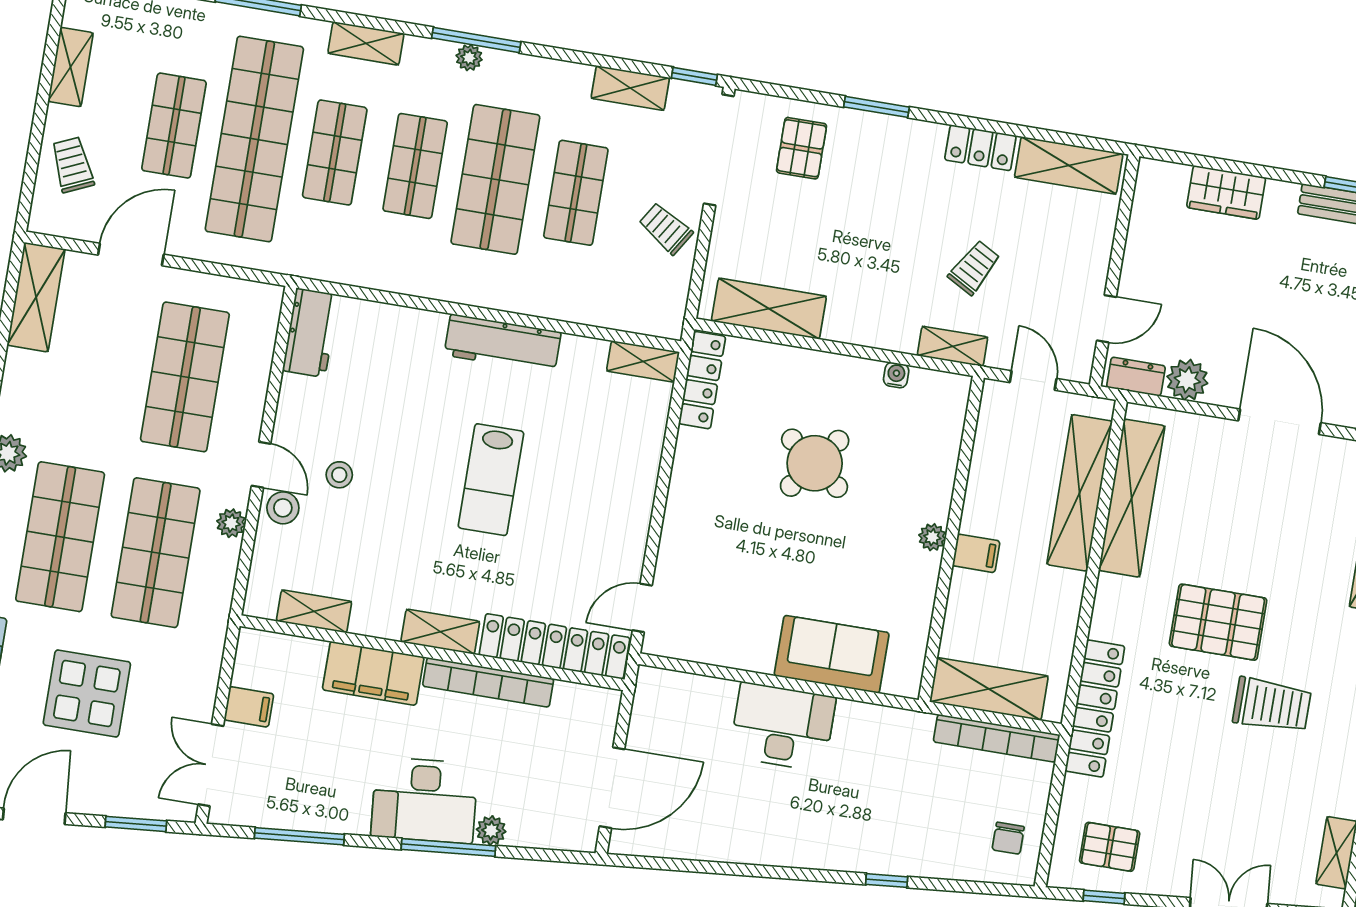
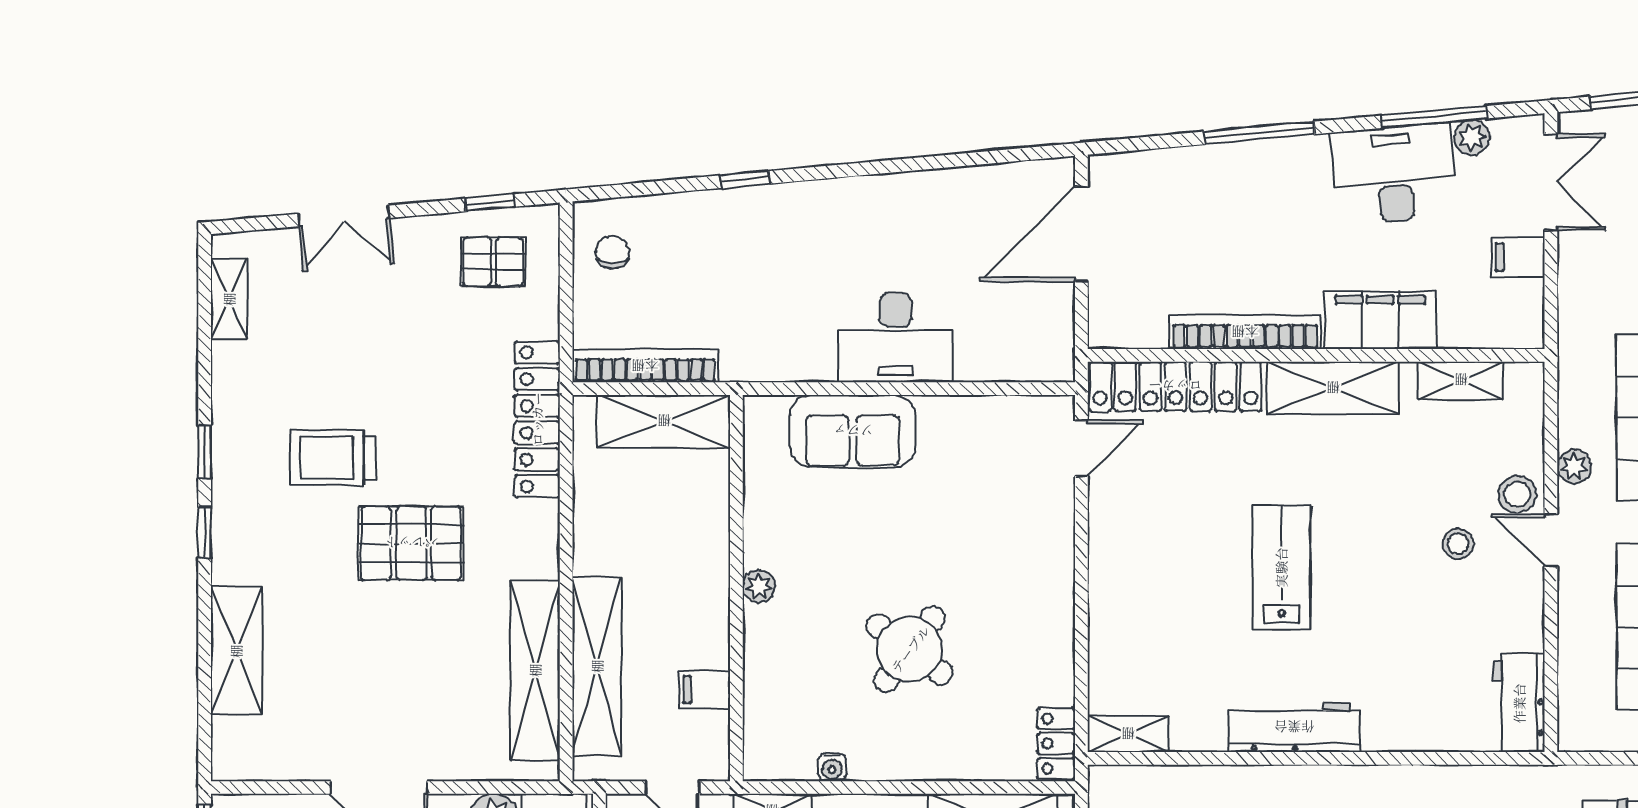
locker: (702, 380) -> (1056, 744), width x0.66
filing cabinet: (976, 553) -> (705, 690), moved
shelving: (440, 632) -> (1333, 388), width x1.50, depth x1.33
desk: (424, 800) -> (1394, 174), moved
plant: (491, 830) -> (1472, 137), moved

